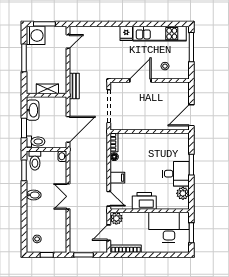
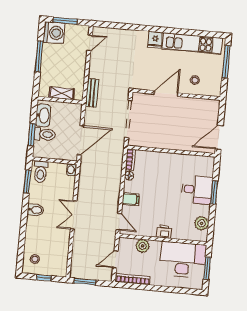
toilet: (36, 141) -> (45, 134), moved
desk: (176, 174) -> (197, 190), moved
printer: (144, 201) -> (164, 232), width x0.53, depth x0.68
plant: (116, 218) -> (143, 246), moved

